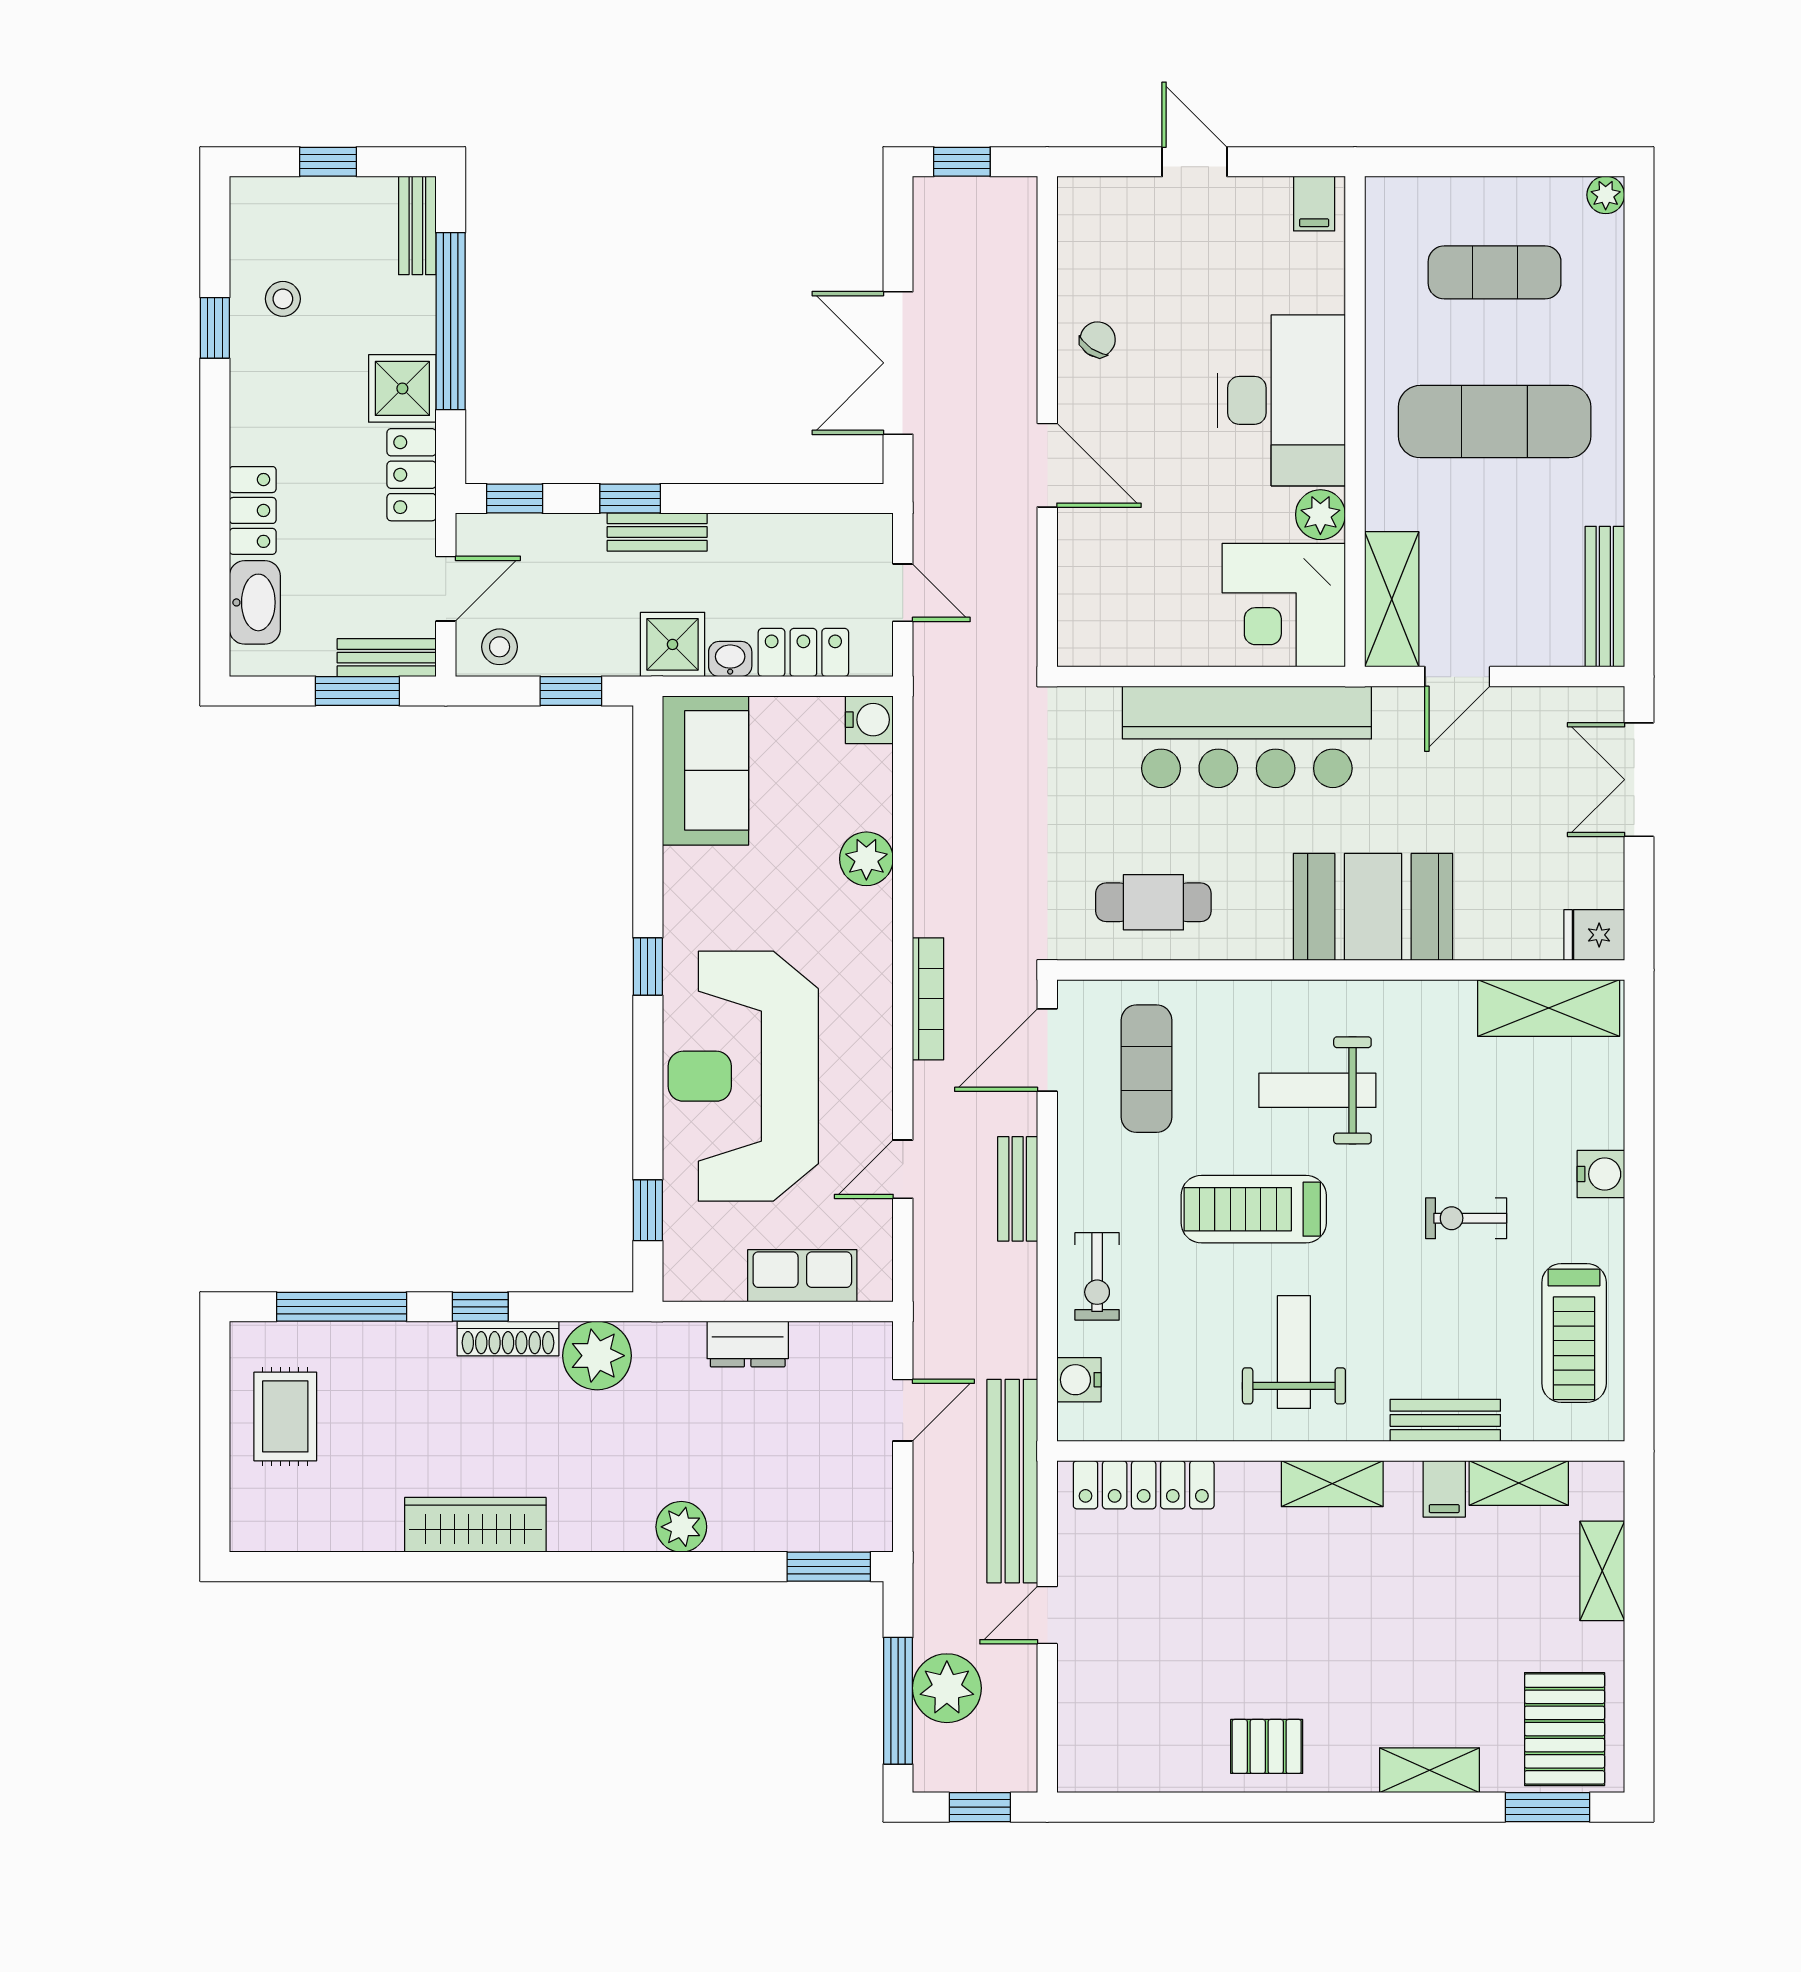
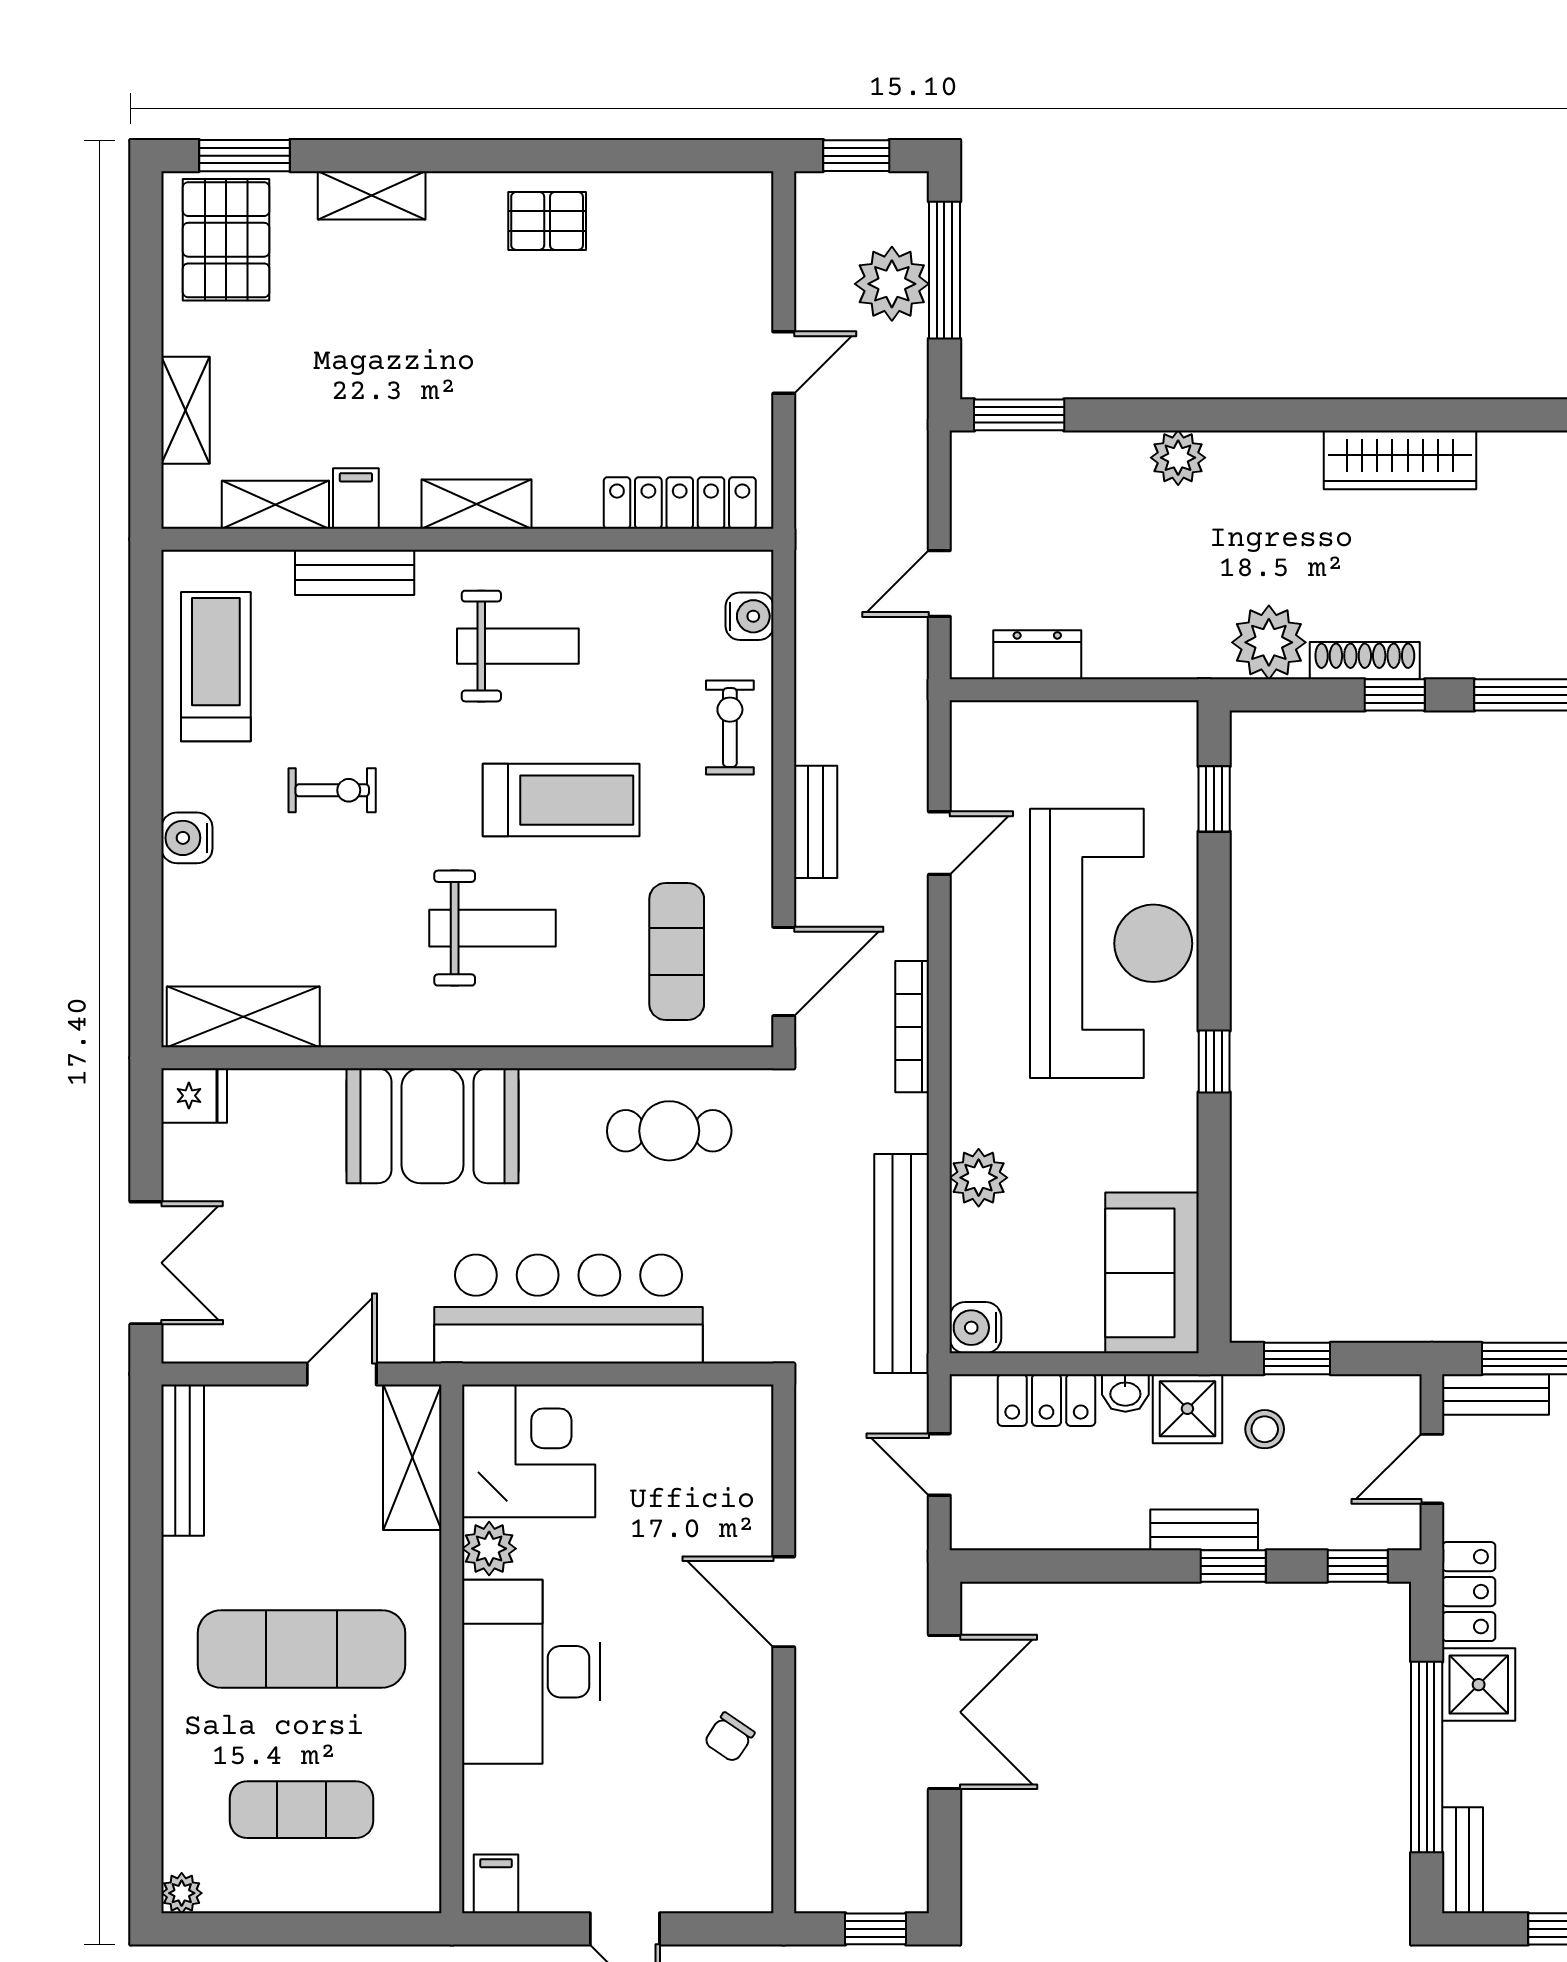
stool: (500, 647) -> (1265, 1429), moved
row of seats: (802, 1276) -> (1048, 728), removed
dresser: (748, 1344) -> (1037, 655), moved
weight bench: (1294, 1352) -> (518, 646), turned -90
bench: (1012, 1481) -> (902, 1264), moved

